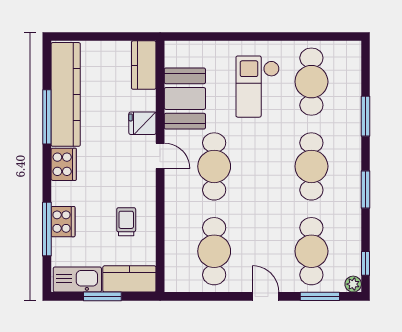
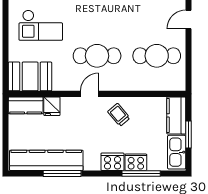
booth: (185, 98) -> (30, 76), moved
fridge: (142, 123) -> (52, 106), moved
cooker: (64, 164) -> (112, 162), moved
trolley: (126, 222) -> (119, 115), moved, turned 50

